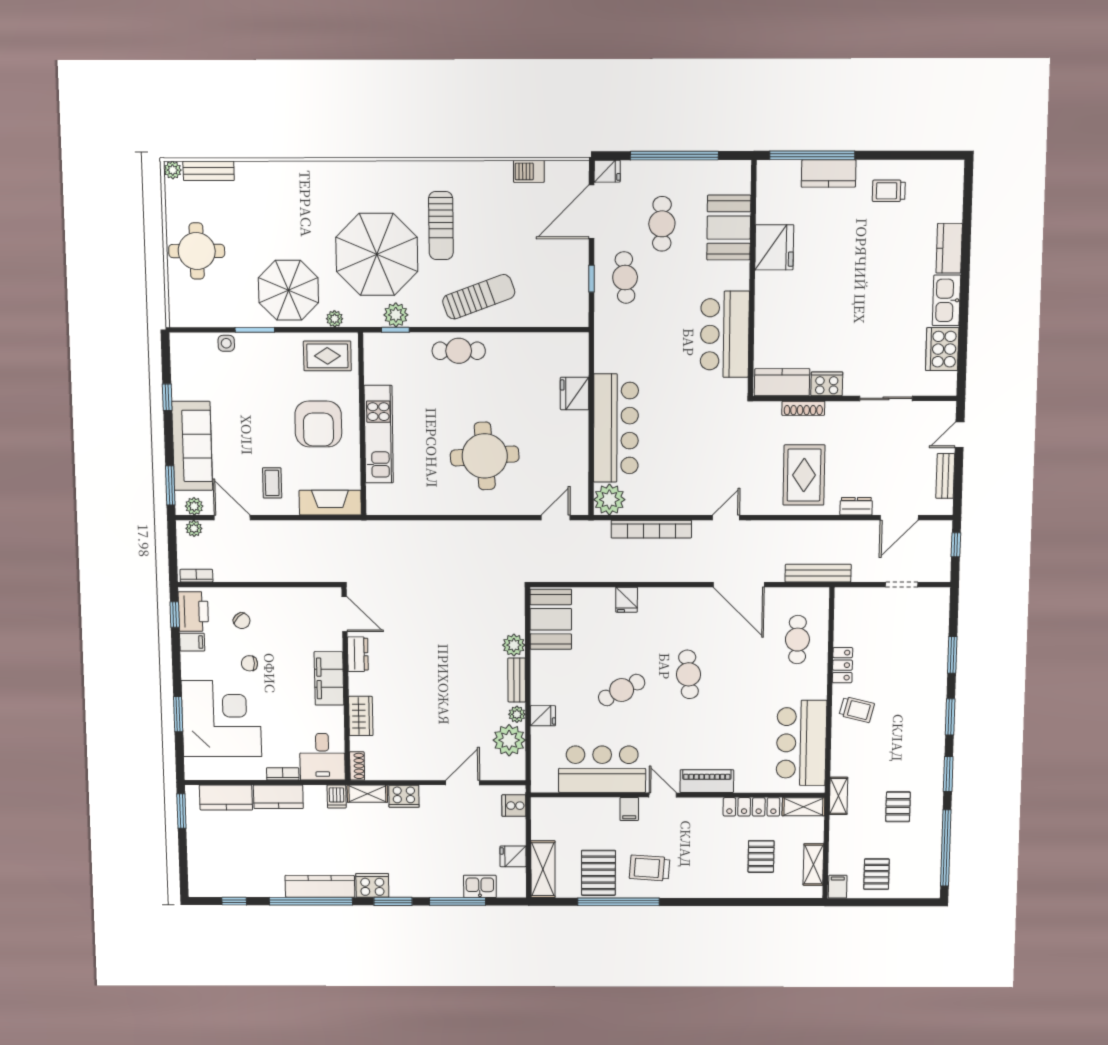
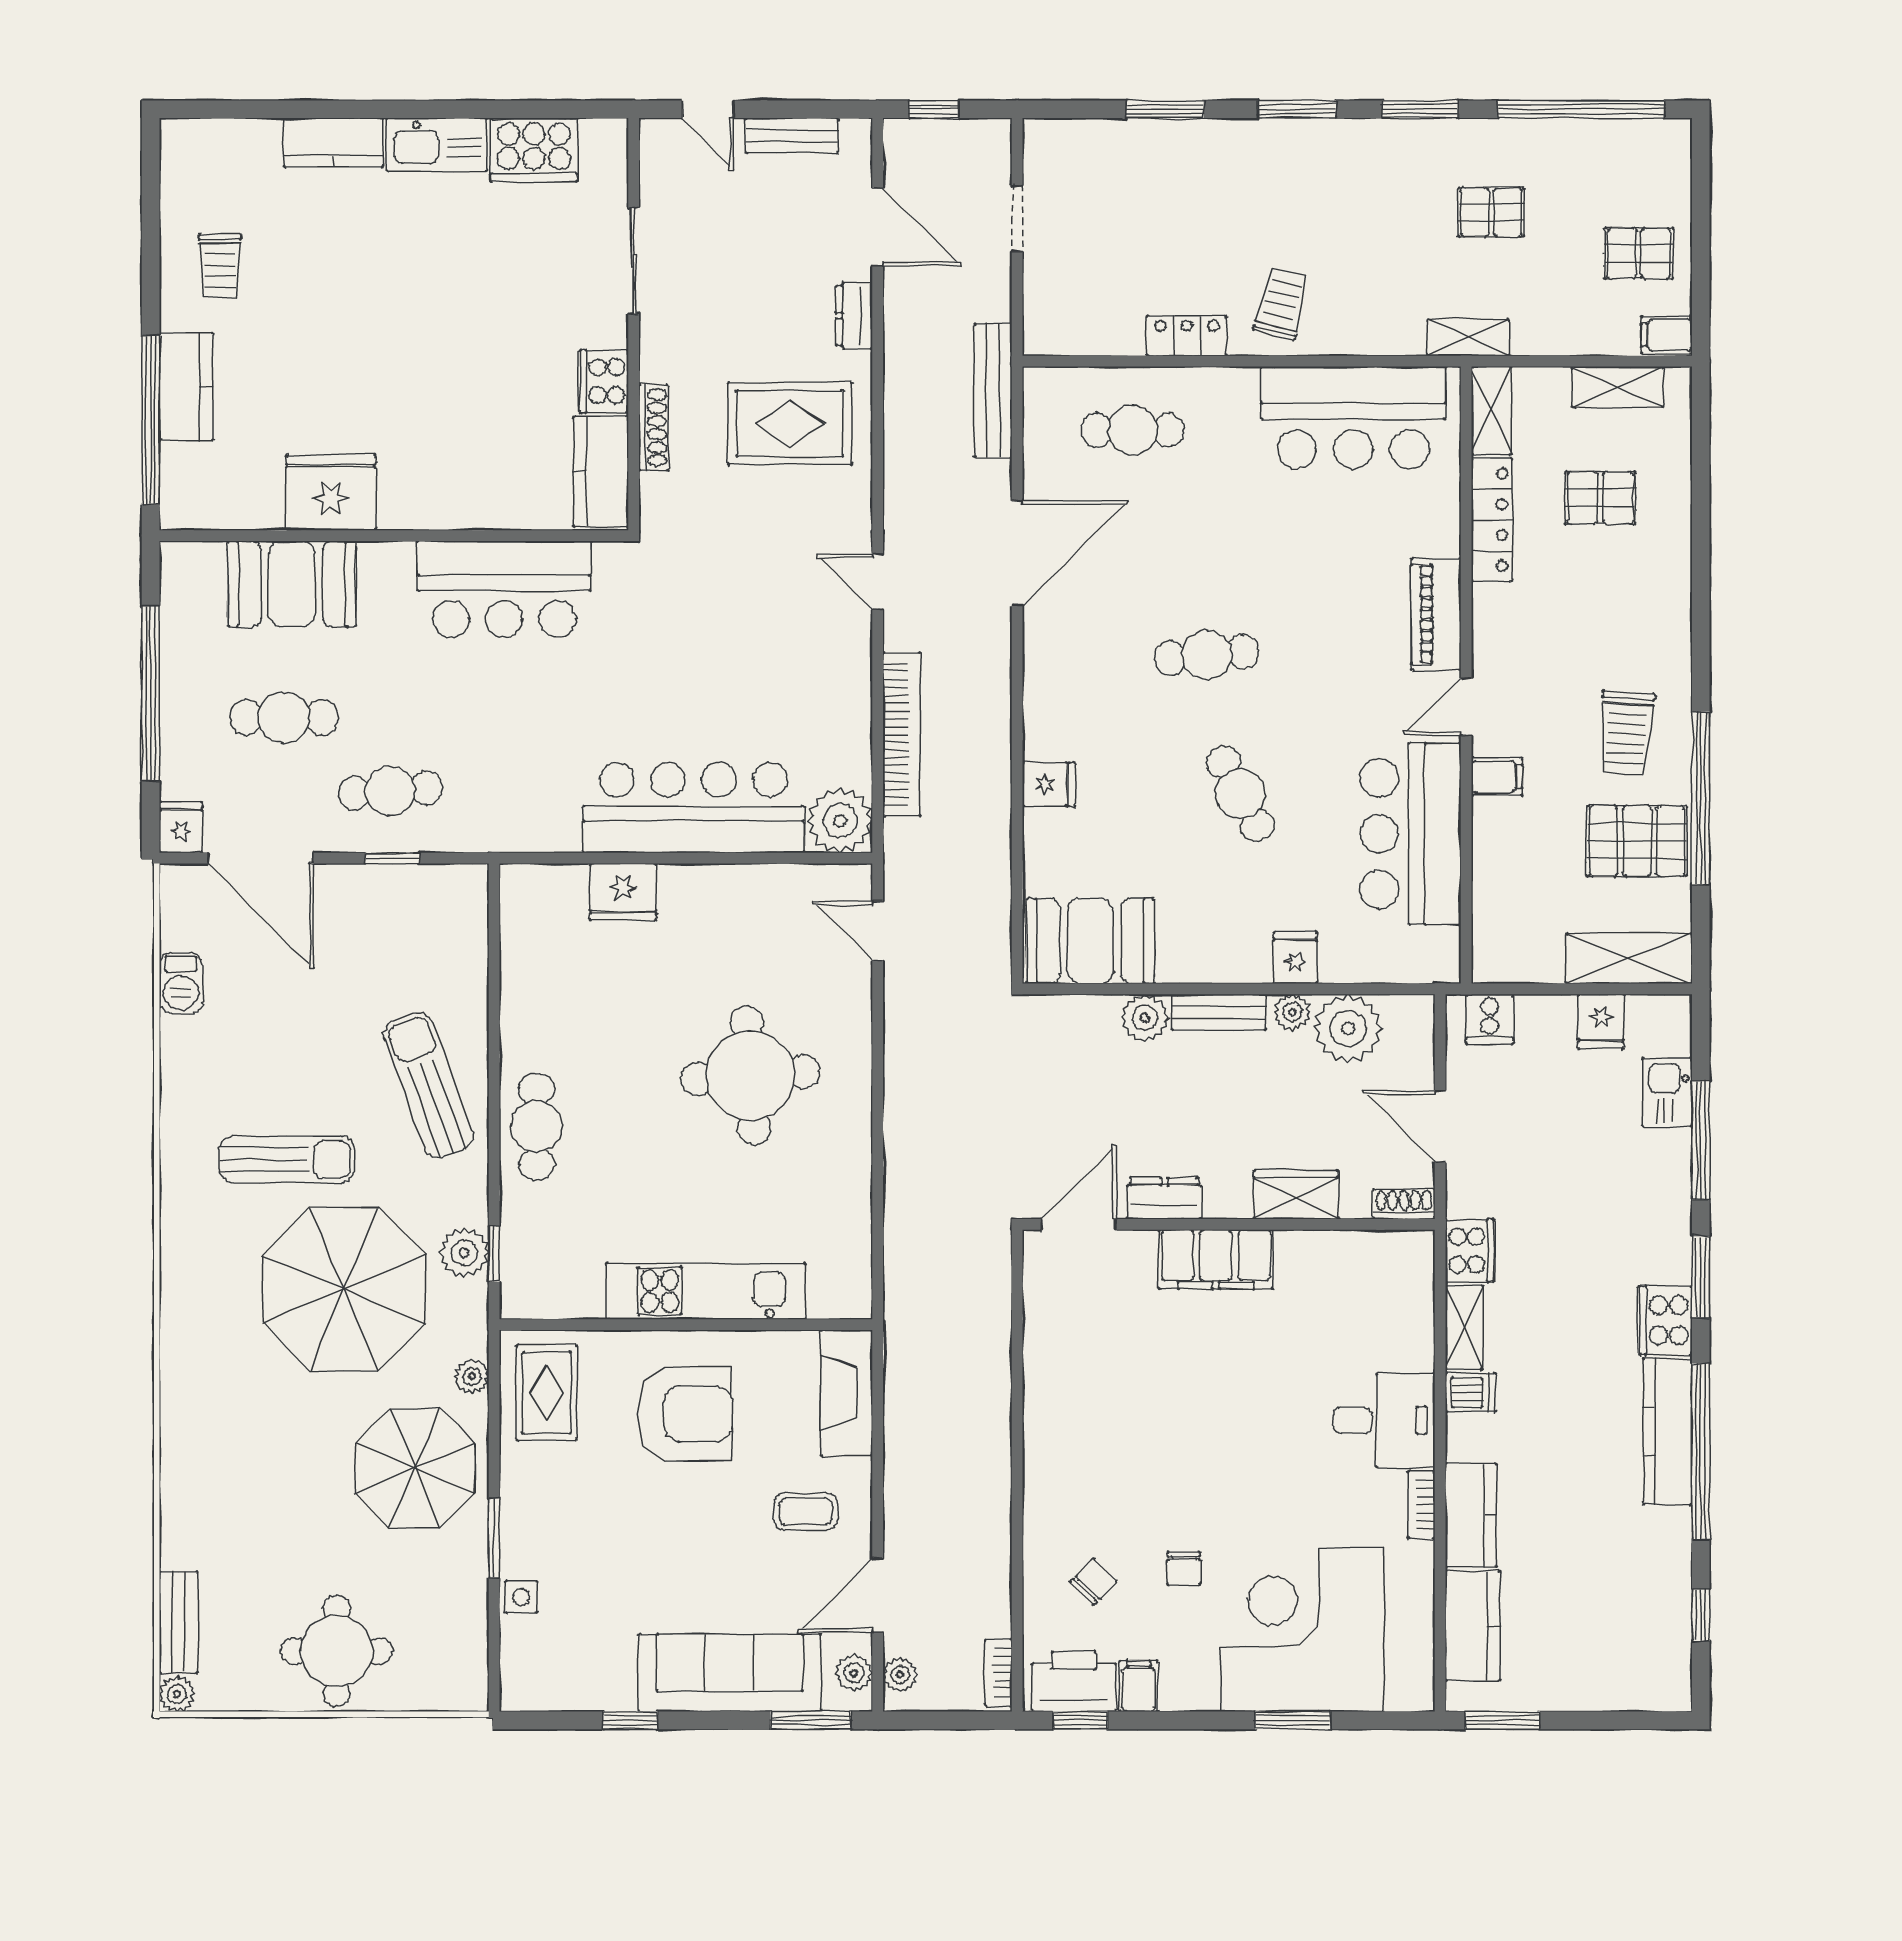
door: (344, 614) -> (1079, 1224), moved
dresser: (358, 654) -> (1164, 1198), moved
filing cabinet: (329, 678) -> (1216, 1259), moved
wall: (346, 684) -> (1229, 1224), moved
wardrobe: (361, 716) -> (1296, 1195), moved
shoe rack: (357, 766) -> (1404, 1204), moved

